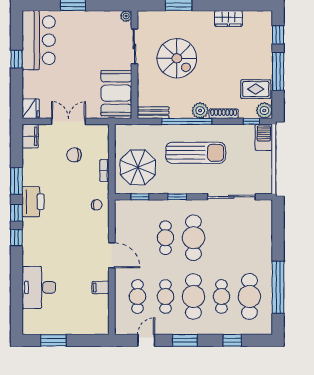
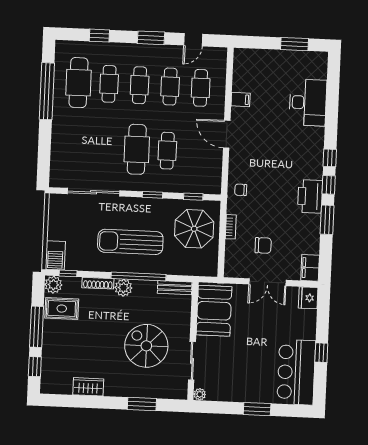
cafe table: (193, 297) -> (140, 85), width x0.73, depth x0.74

